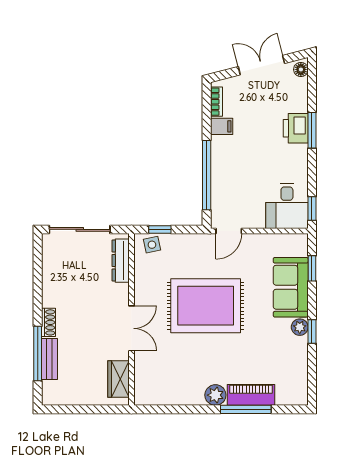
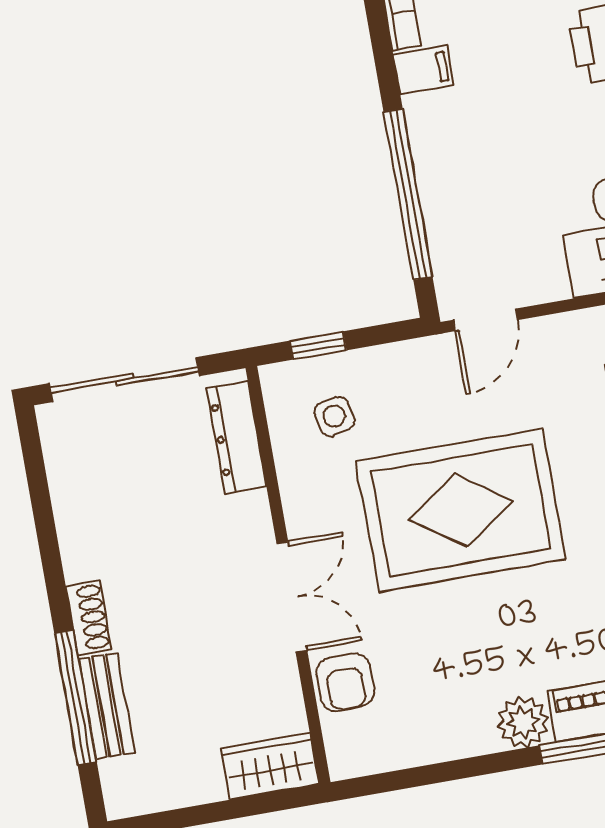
side table: (152, 245) -> (334, 416), moved
armchair: (147, 366) -> (345, 682), added
wardrobe: (119, 379) -> (270, 766), moved, turned 90

